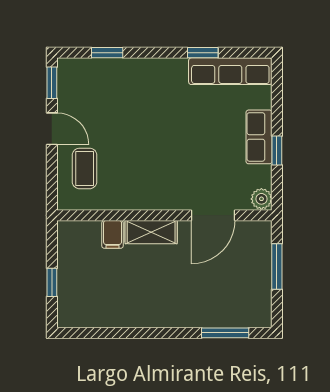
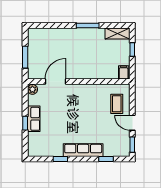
row of seats: (230, 71) -> (83, 150), moved
window: (277, 150) -> (25, 123), moved
shelving: (151, 232) -> (118, 33), moved
filing cabinet: (113, 234) -> (124, 72), moved
window: (225, 333) -> (88, 26), moved

